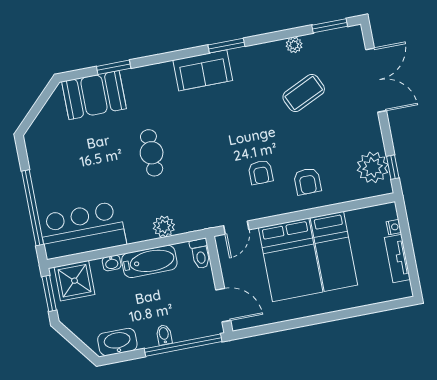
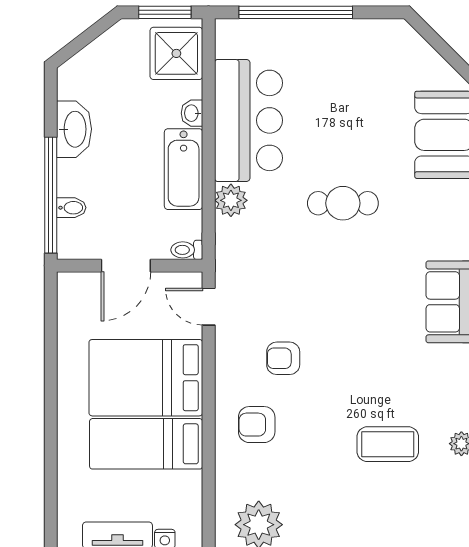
coffee table: (304, 93) -> (388, 444), turned -65
bar counter: (82, 230) -> (248, 120), moved
toilet: (200, 254) -> (187, 250), width x0.73, depth x0.72
door: (223, 305) -> (126, 266), moved
bidet: (164, 335) -> (71, 208), moved
washbasin: (117, 342) -> (74, 129), moved

